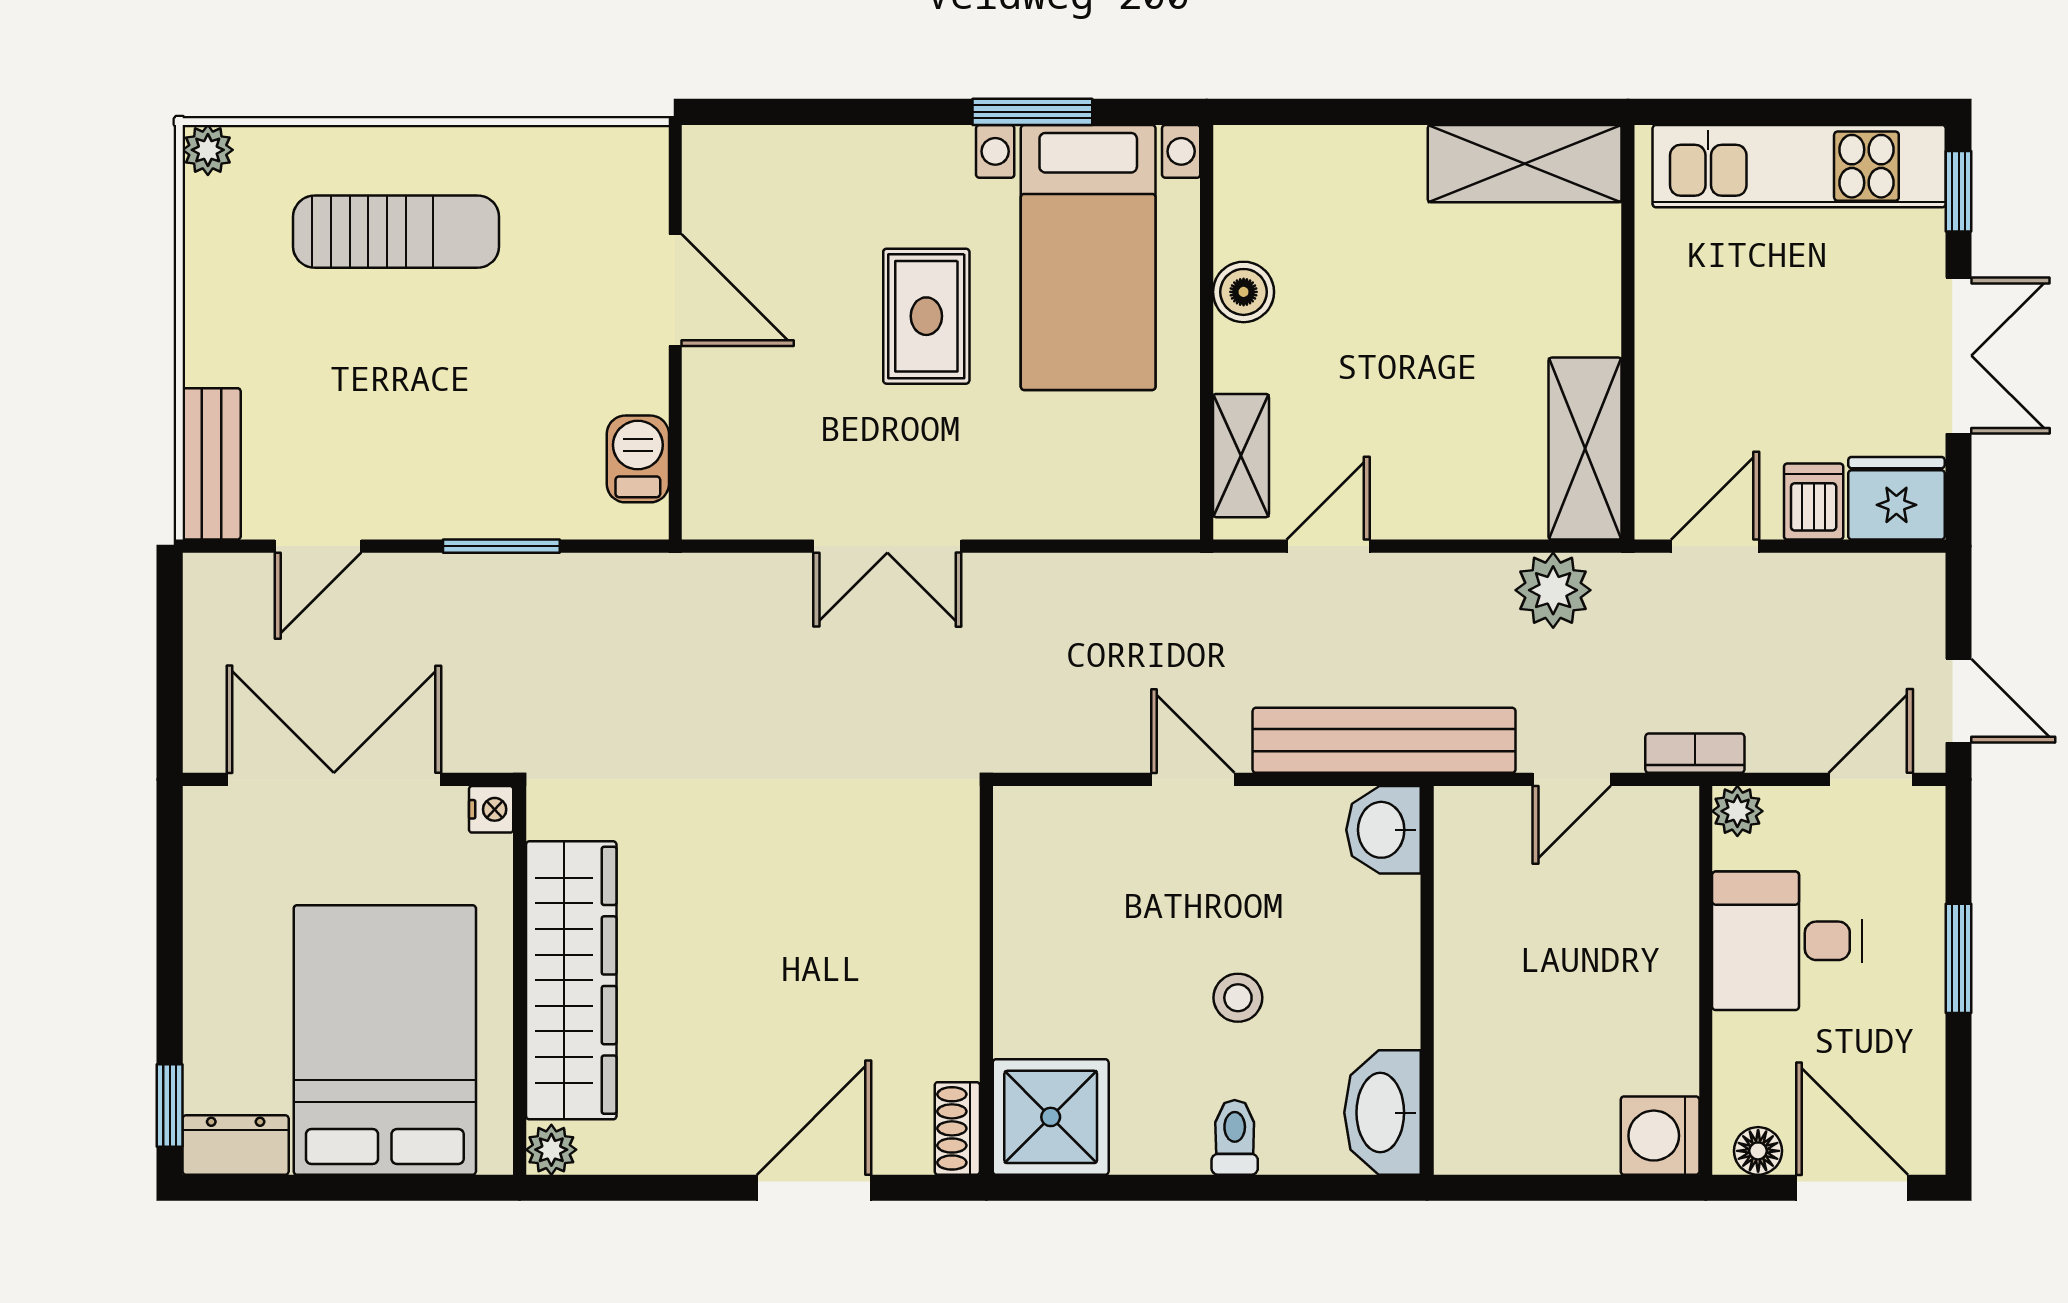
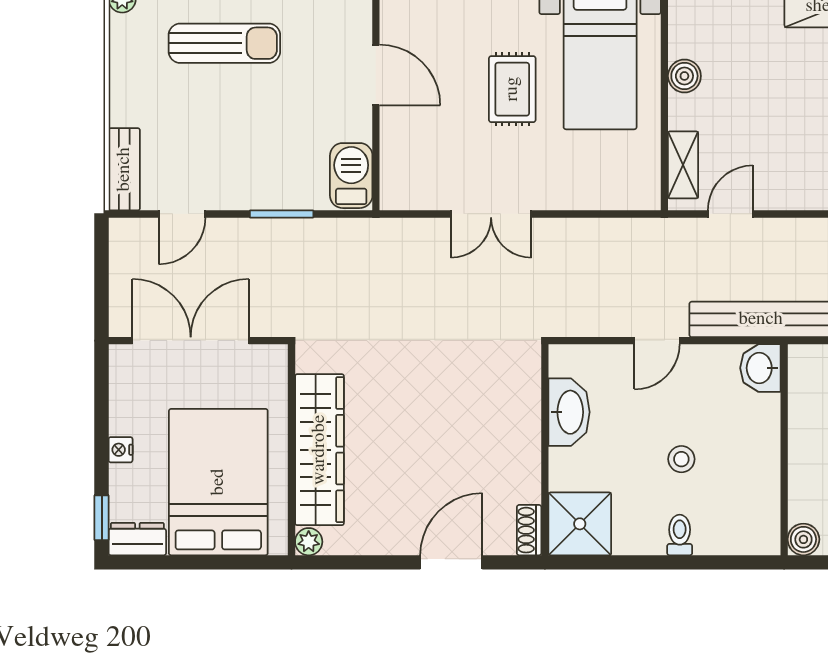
barbecue: (638, 459) -> (351, 176), width x1.38, depth x1.27
door: (1193, 779) -> (657, 341), swing flipped
nightstand: (491, 809) -> (121, 450), moved, turned 180
washbasin: (1383, 1113) -> (569, 412), moved, turned 180
boiler: (1463, 1146) -> (803, 539), added

